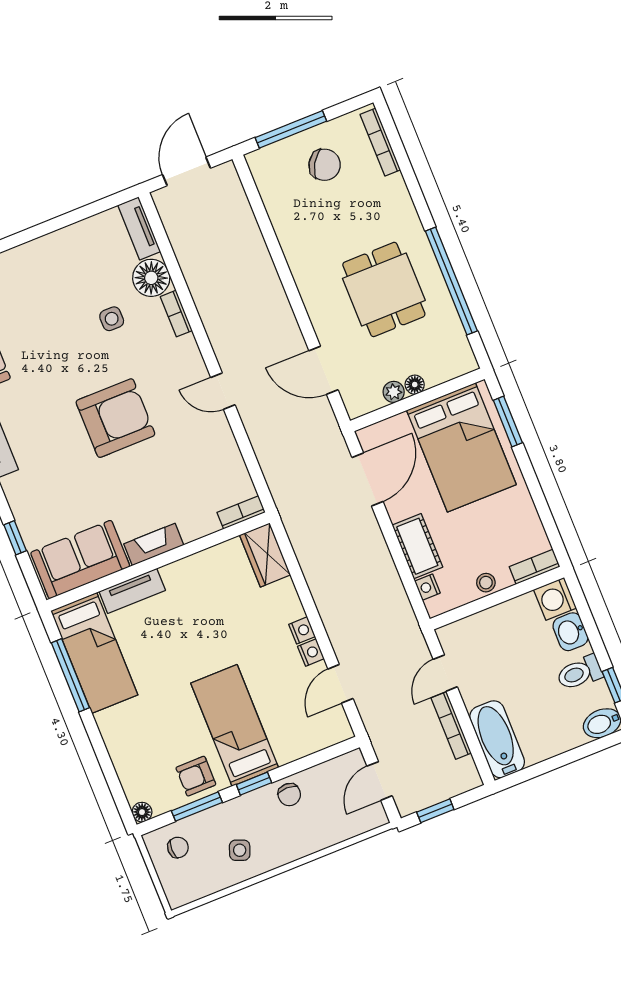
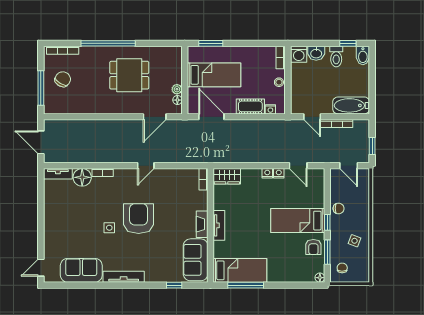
window: (451, 281) -> (108, 43), moved
side table: (112, 319) -> (109, 228), moved
floor lamp: (415, 385) -> (177, 100), moved
bed: (461, 447) -> (214, 75), width x0.67
tv unit: (132, 591) -> (219, 225), moved

